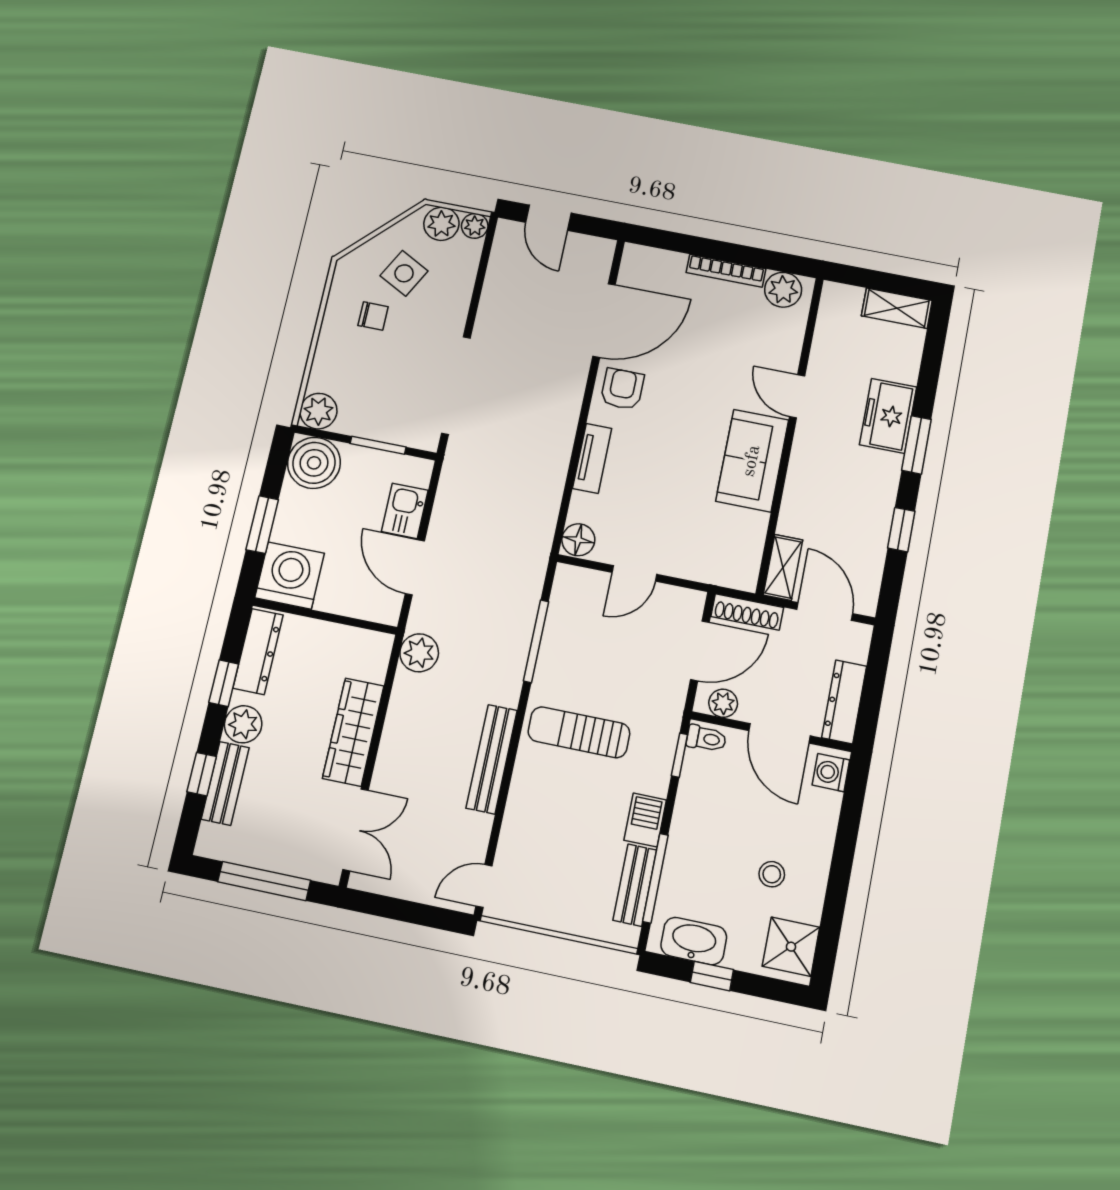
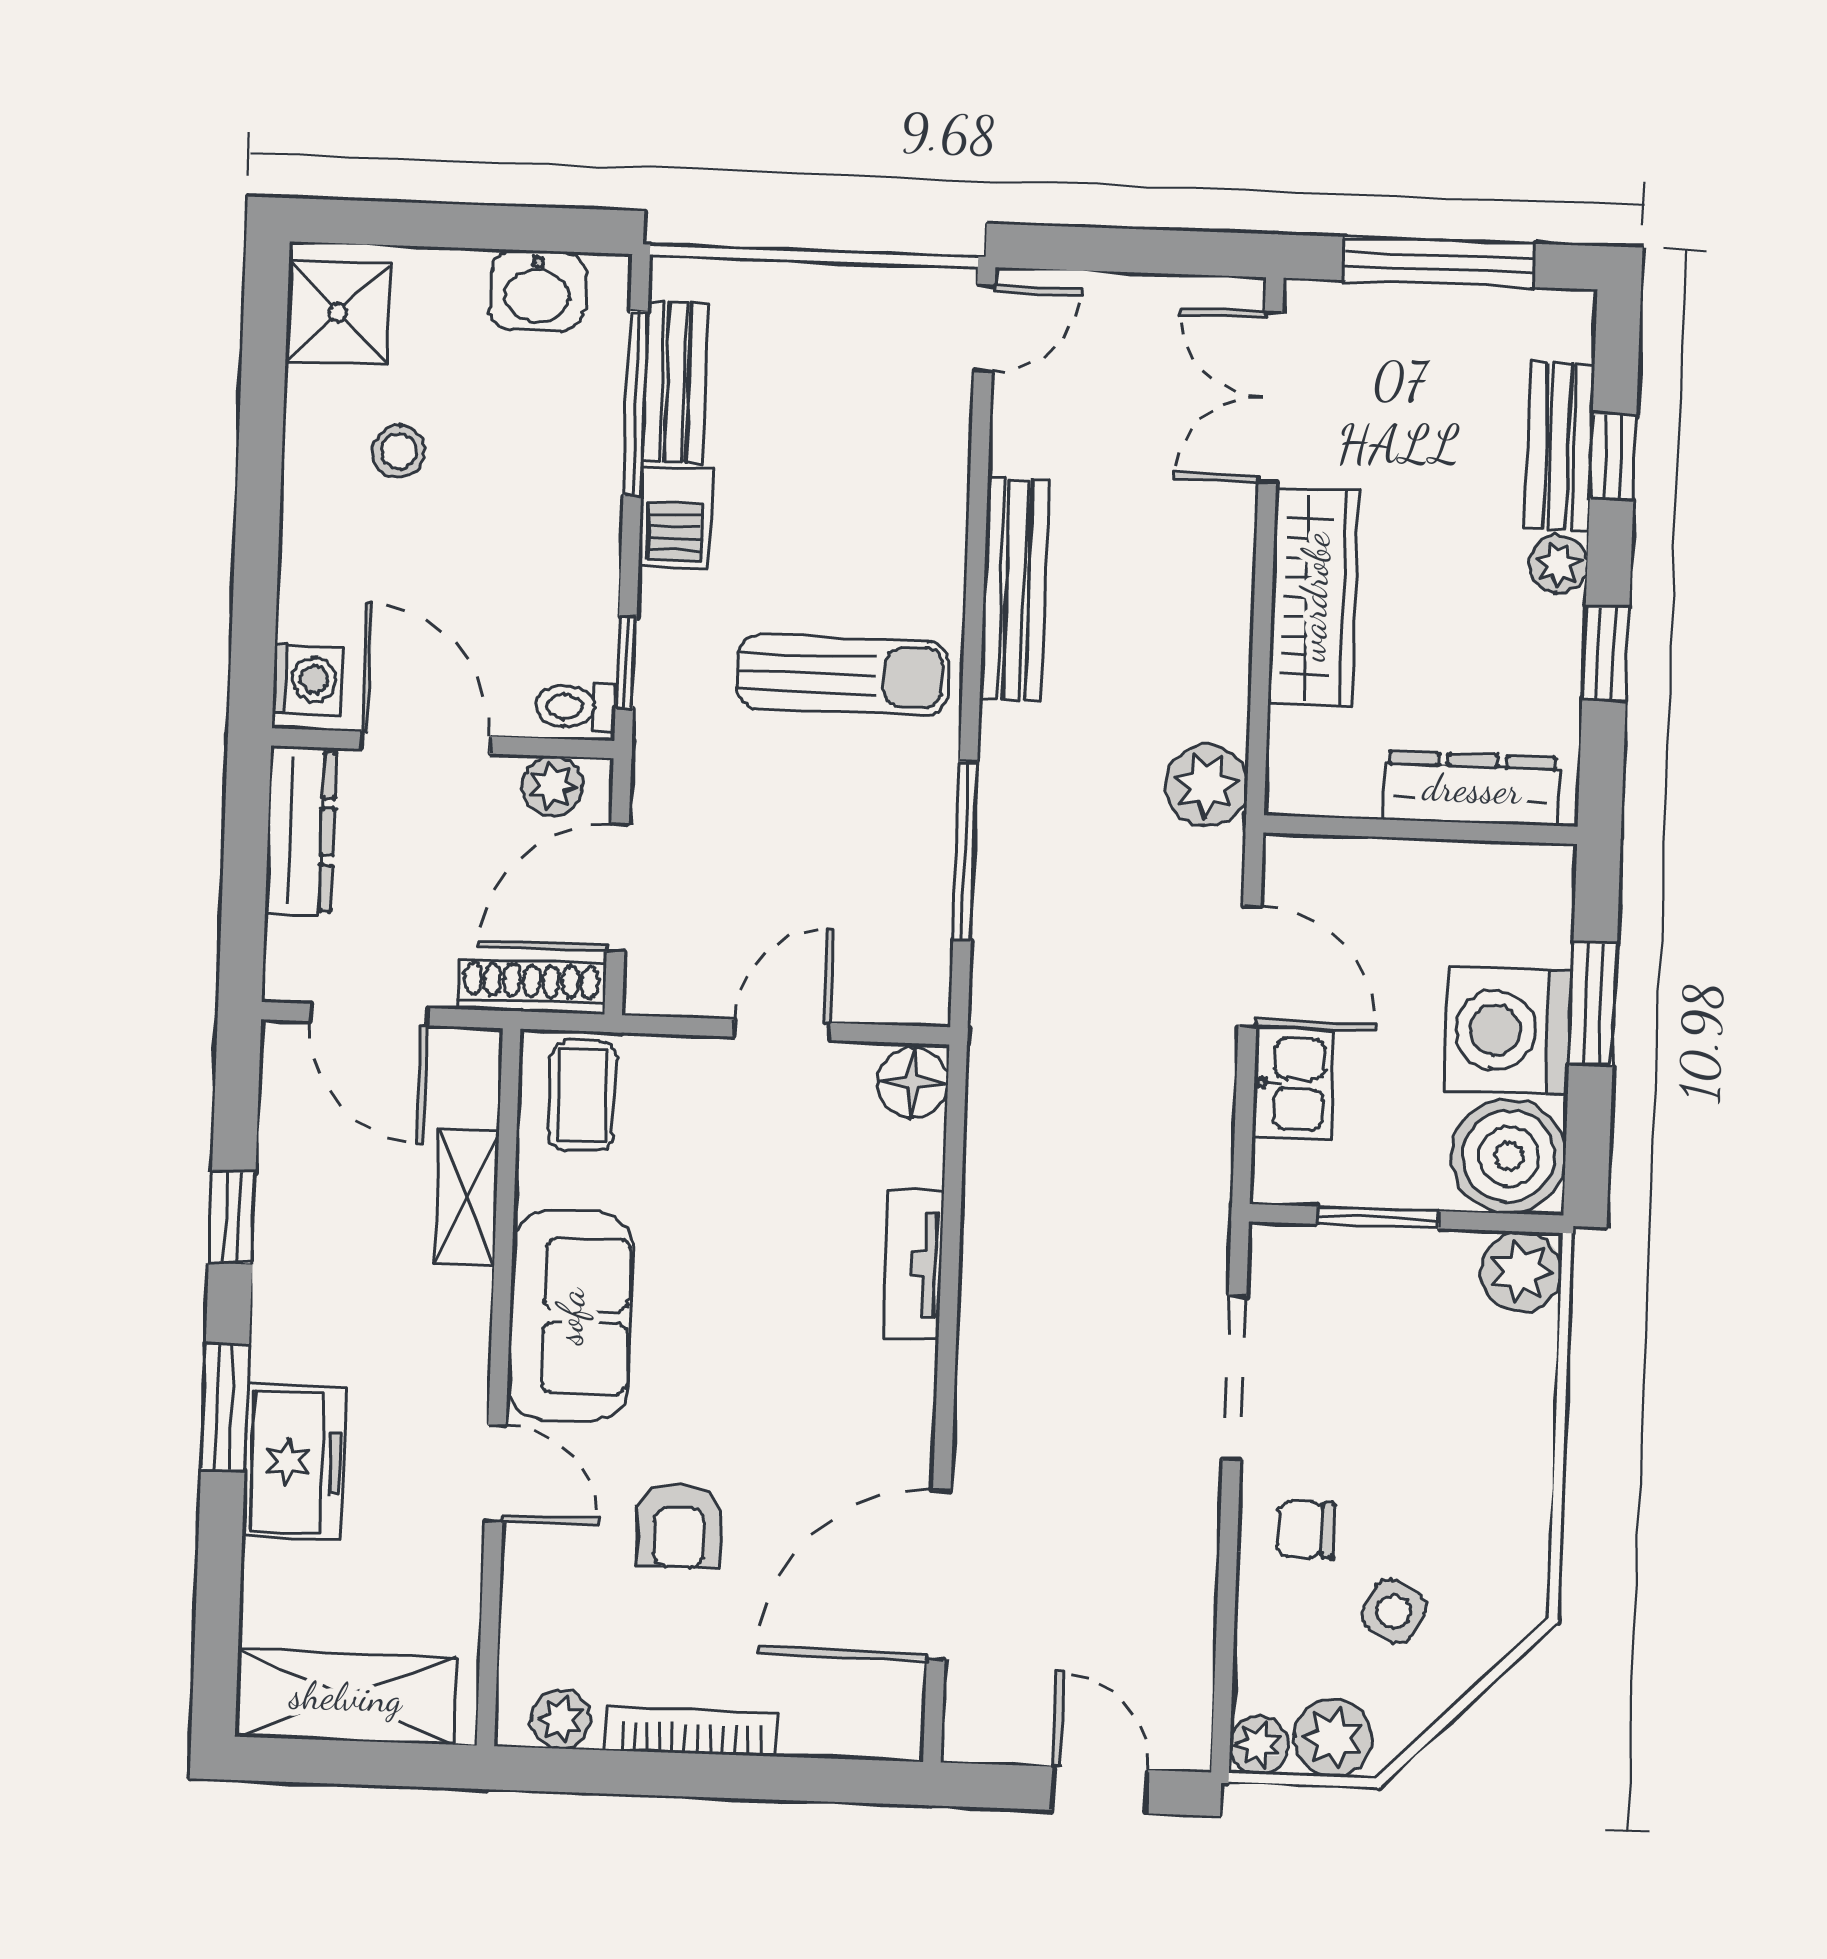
side table: (404, 273) -> (1394, 1611), width x0.73, depth x0.73
plant: (783, 290) -> (561, 1719), width x0.73, depth x0.73
shelving: (897, 308) -> (346, 1697), width x1.50, depth x1.33
chair: (373, 316) -> (1306, 1529), moved
doorway: (456, 385) -> (1234, 1377), width x0.73
armchair: (622, 389) -> (679, 1526), moved
coffee table: (731, 558) -> (583, 1095), added
shelving: (783, 567) -> (466, 1198), moved
washing machine: (290, 575) -> (1508, 1031), moved, turned 90
dresser: (258, 652) -> (1472, 789), moved, turned 90
plant: (243, 724) -> (1559, 564), width x0.73, depth x0.73
washbasin: (694, 941) -> (537, 290), width x0.72
window: (712, 976) -> (489, 227), removed

